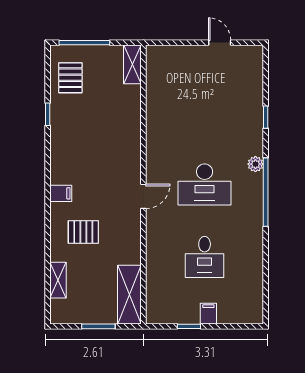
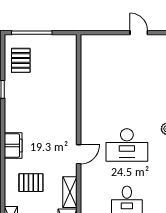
shelving: (132, 64) -> (70, 192), moved
filing cabinet: (61, 193) -> (13, 146), width x2.00

